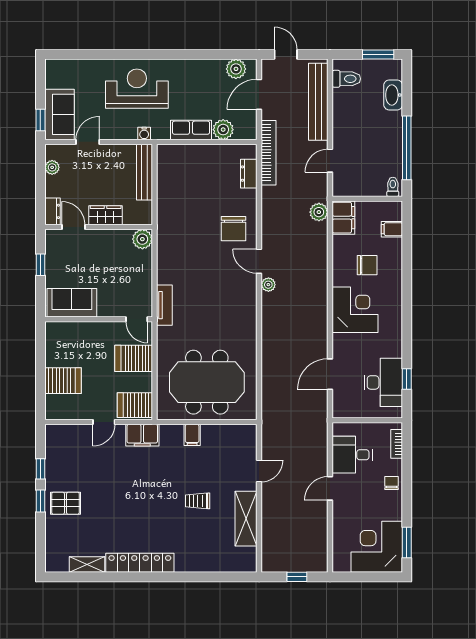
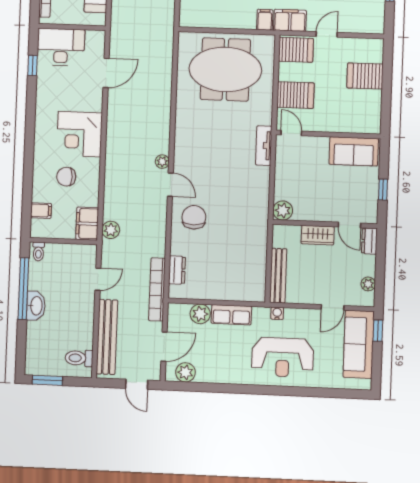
washbasin: (393, 95) -> (36, 306), moved
sofa: (60, 114) -> (359, 344), width x1.36
desk: (383, 382) -> (61, 47), moved, turned 90
filing cabinet: (192, 435) -> (265, 20), moved

